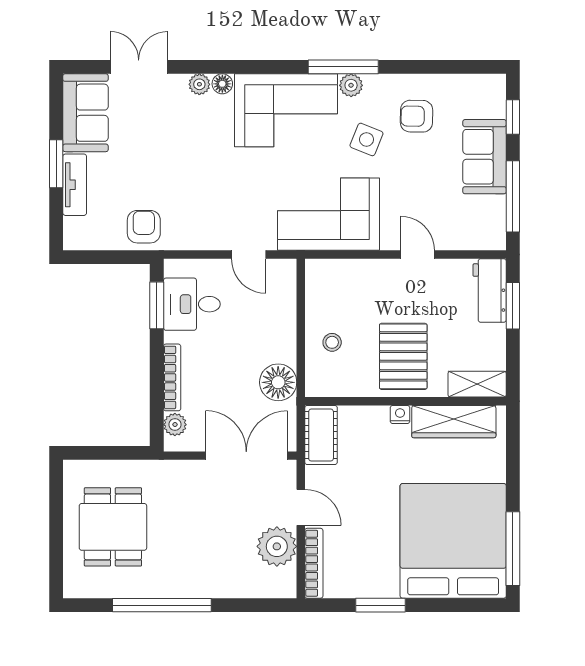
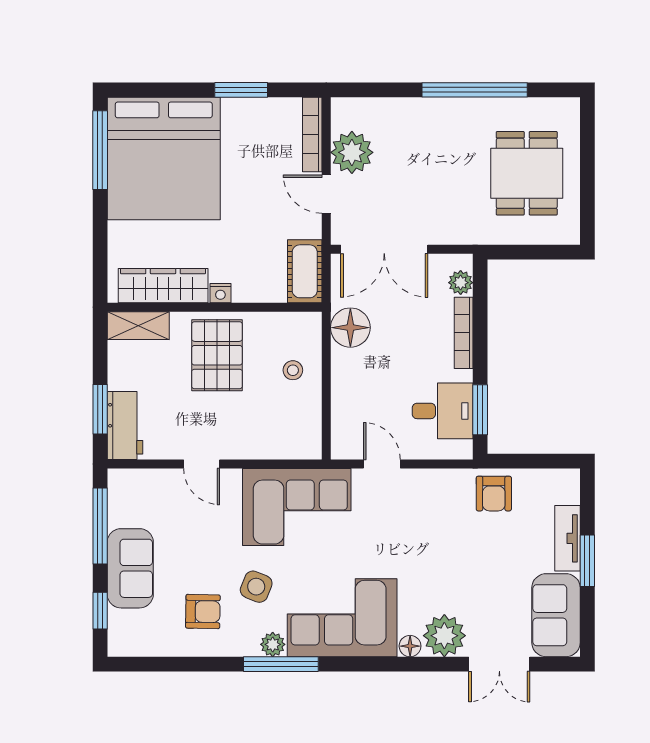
plant: (199, 84) -> (444, 636), width x1.88, depth x1.88

